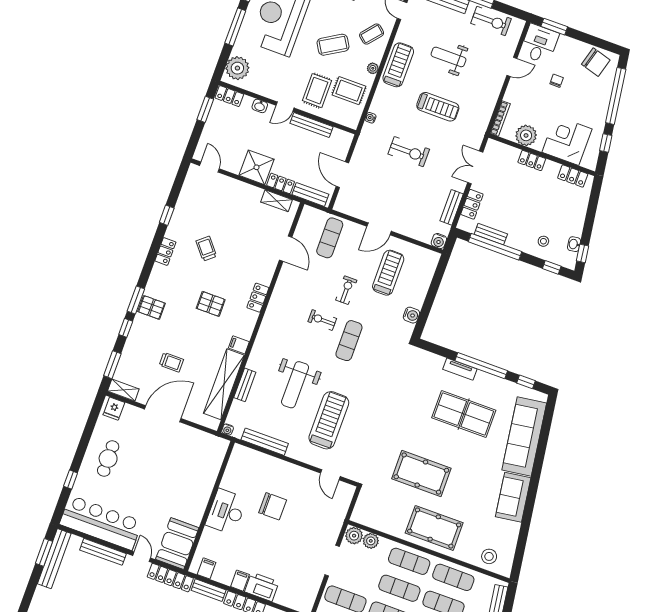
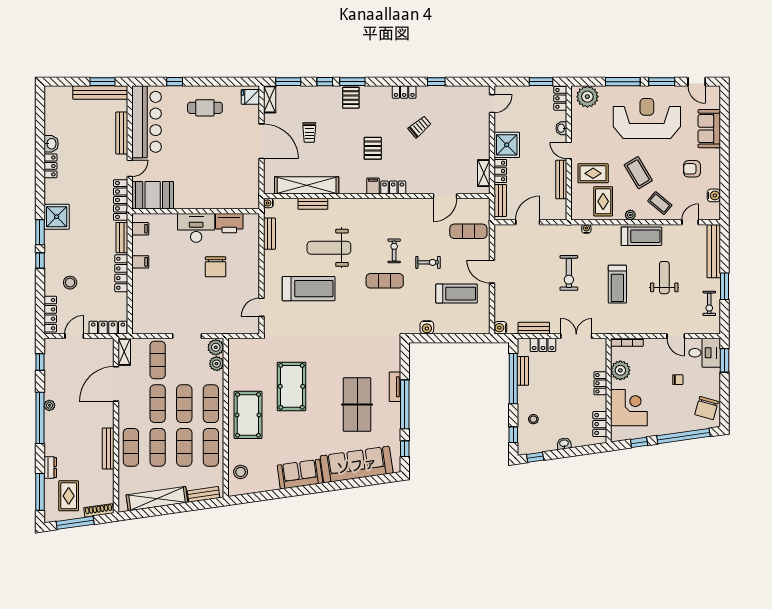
exercise bike: (491, 21) -> (709, 303), width x0.73, depth x0.72
washbasin: (574, 244) -> (564, 444), moved
filing cabinet: (239, 345) -> (373, 186), moved
bench: (265, 442) -> (269, 234), width x0.73
printer: (262, 587) -> (229, 223), moved, turned 90

